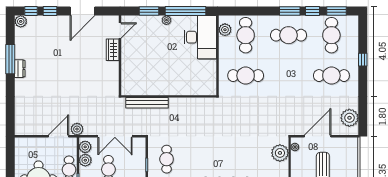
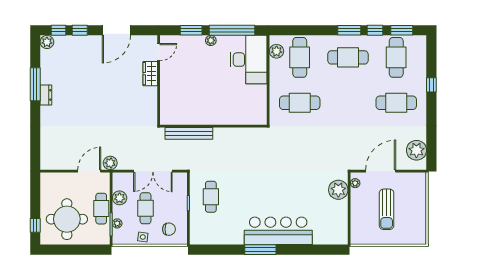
plant: (85, 147) -> (119, 183), removed

